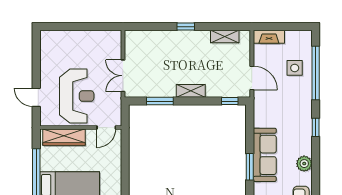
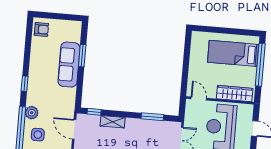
shelving: (191, 91) -> (113, 122), moved
door: (106, 128) -> (199, 99), hinge flipped
plant: (304, 164) -> (32, 113), moved

